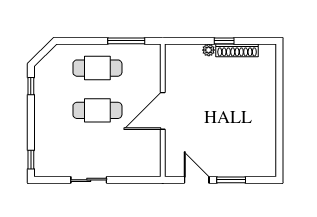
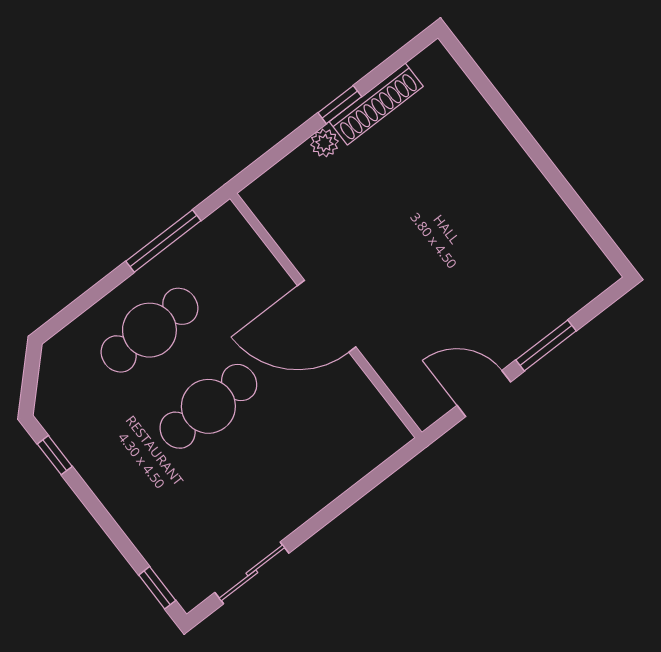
door: (163, 111) -> (327, 316), hinge flipped
sliding door: (89, 180) -> (252, 573), moved

